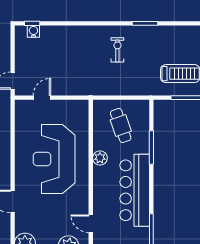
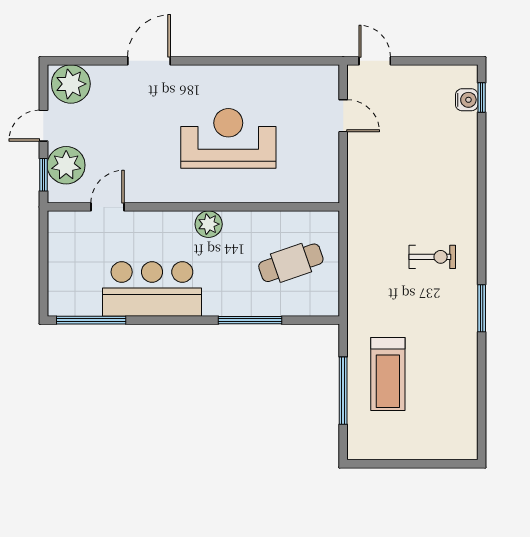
plant: (100, 158) -> (209, 224), moved
reception desk: (54, 159) -> (228, 138), width x0.74, depth x0.77
bar counter: (135, 190) -> (152, 289), width x0.73

